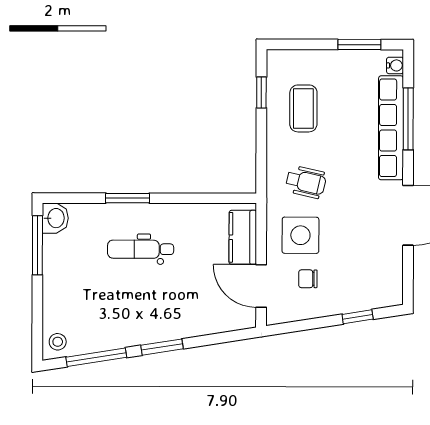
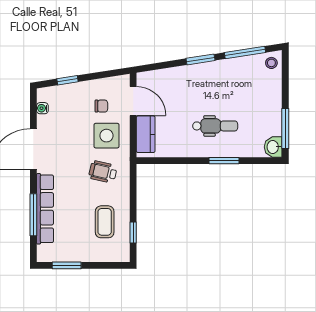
water cooler: (395, 65) -> (42, 108), moved

